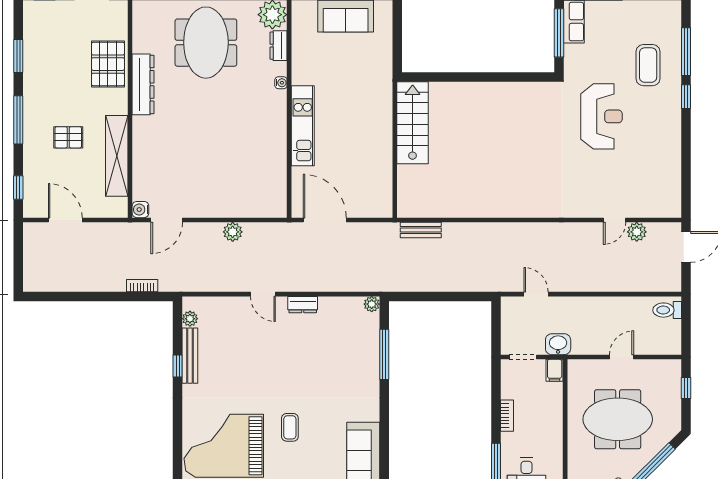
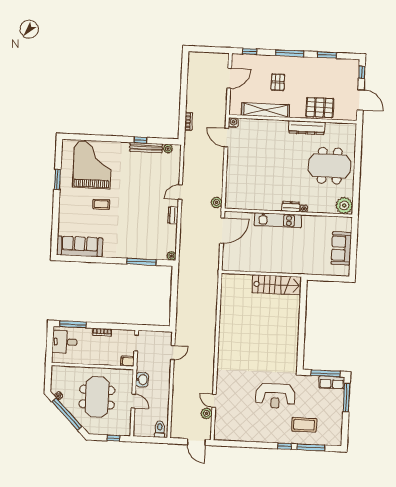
dresser: (279, 46) -> (291, 207), moved
bench: (421, 230) -> (214, 287), removed
plant: (233, 232) -> (216, 203), moved
washbasin: (558, 344) -> (142, 380), moved

